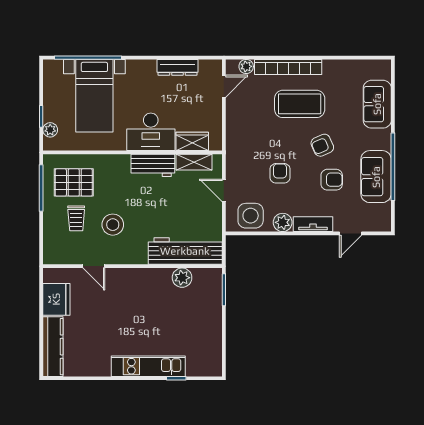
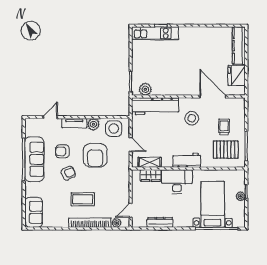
coffee table: (300, 104) -> (83, 199), width x0.73, depth x0.76
sofa: (377, 104) -> (34, 212), moved
plant: (50, 130) -> (241, 196), moved
workbench: (153, 165) -> (187, 160), moved
armchair: (280, 173) -> (95, 155), width x1.88, depth x1.88
sofa: (376, 177) -> (34, 159), width x1.36
stool: (113, 225) -> (192, 118), moved
door: (94, 266) -> (213, 97), width x1.87
plant: (182, 278) -> (145, 89), moved
kitchen unit: (148, 366) -> (155, 33), moved

